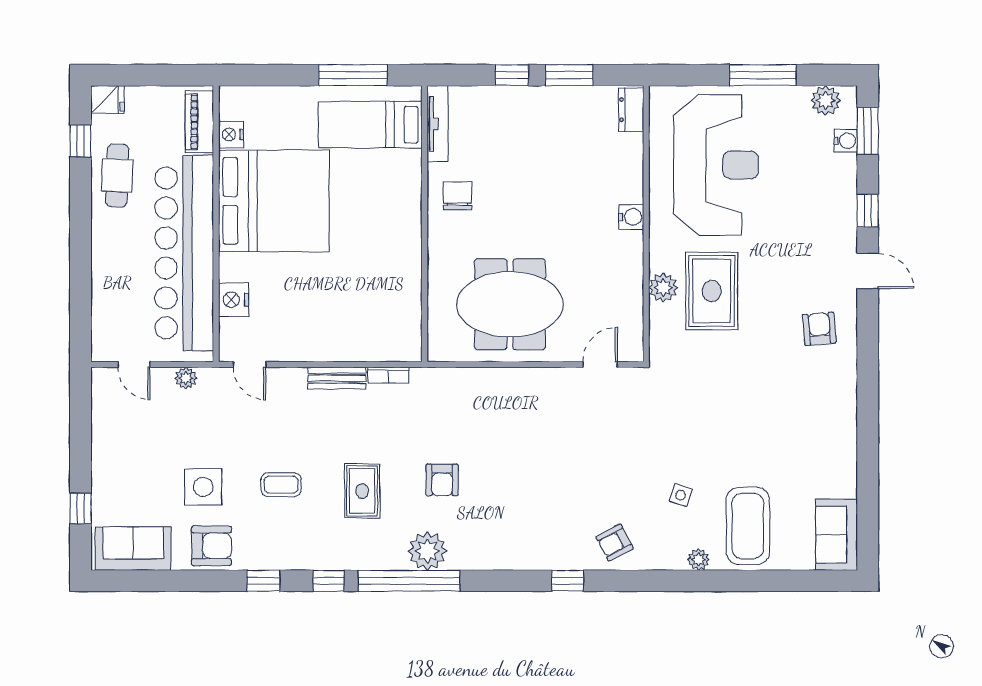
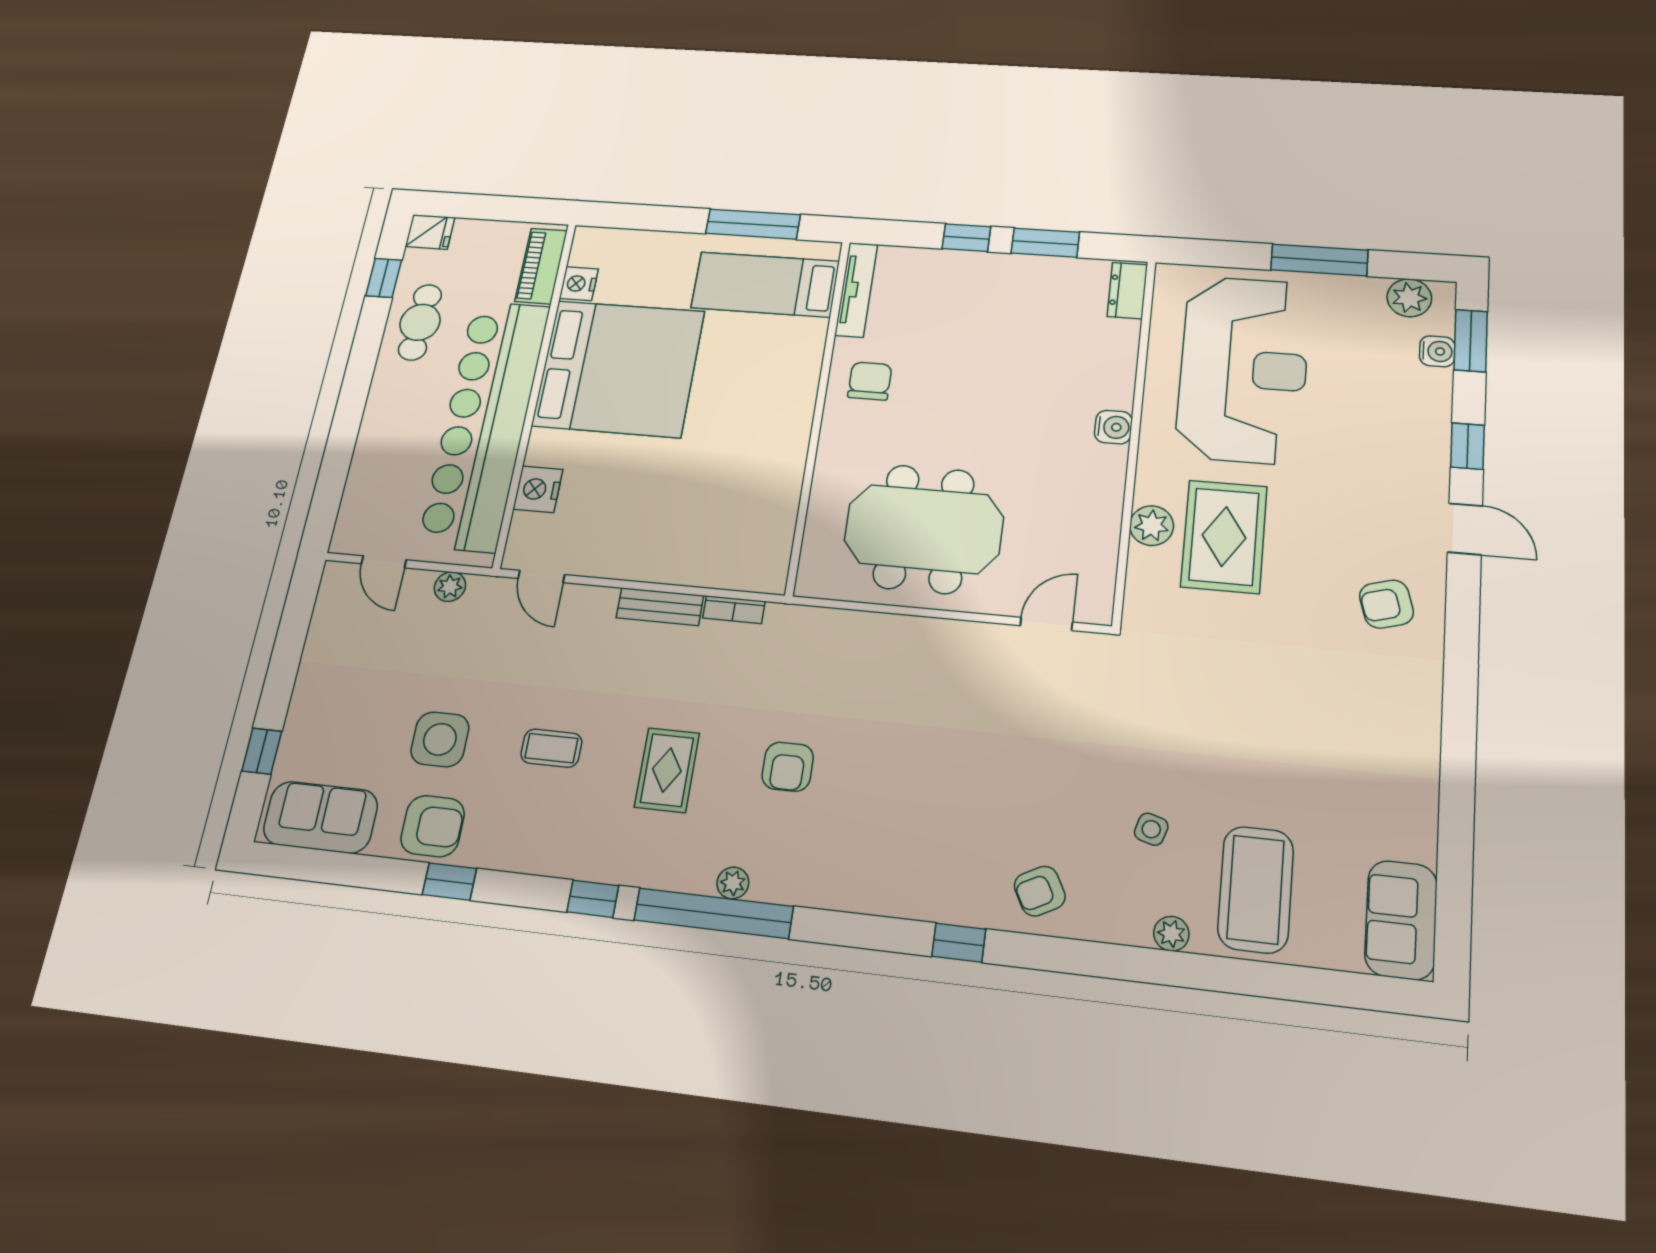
armchair: (819, 329) -> (1386, 604), turned -101
plant: (427, 551) -> (733, 883), width x0.53, depth x0.53
window: (263, 581) -> (449, 882), moved

